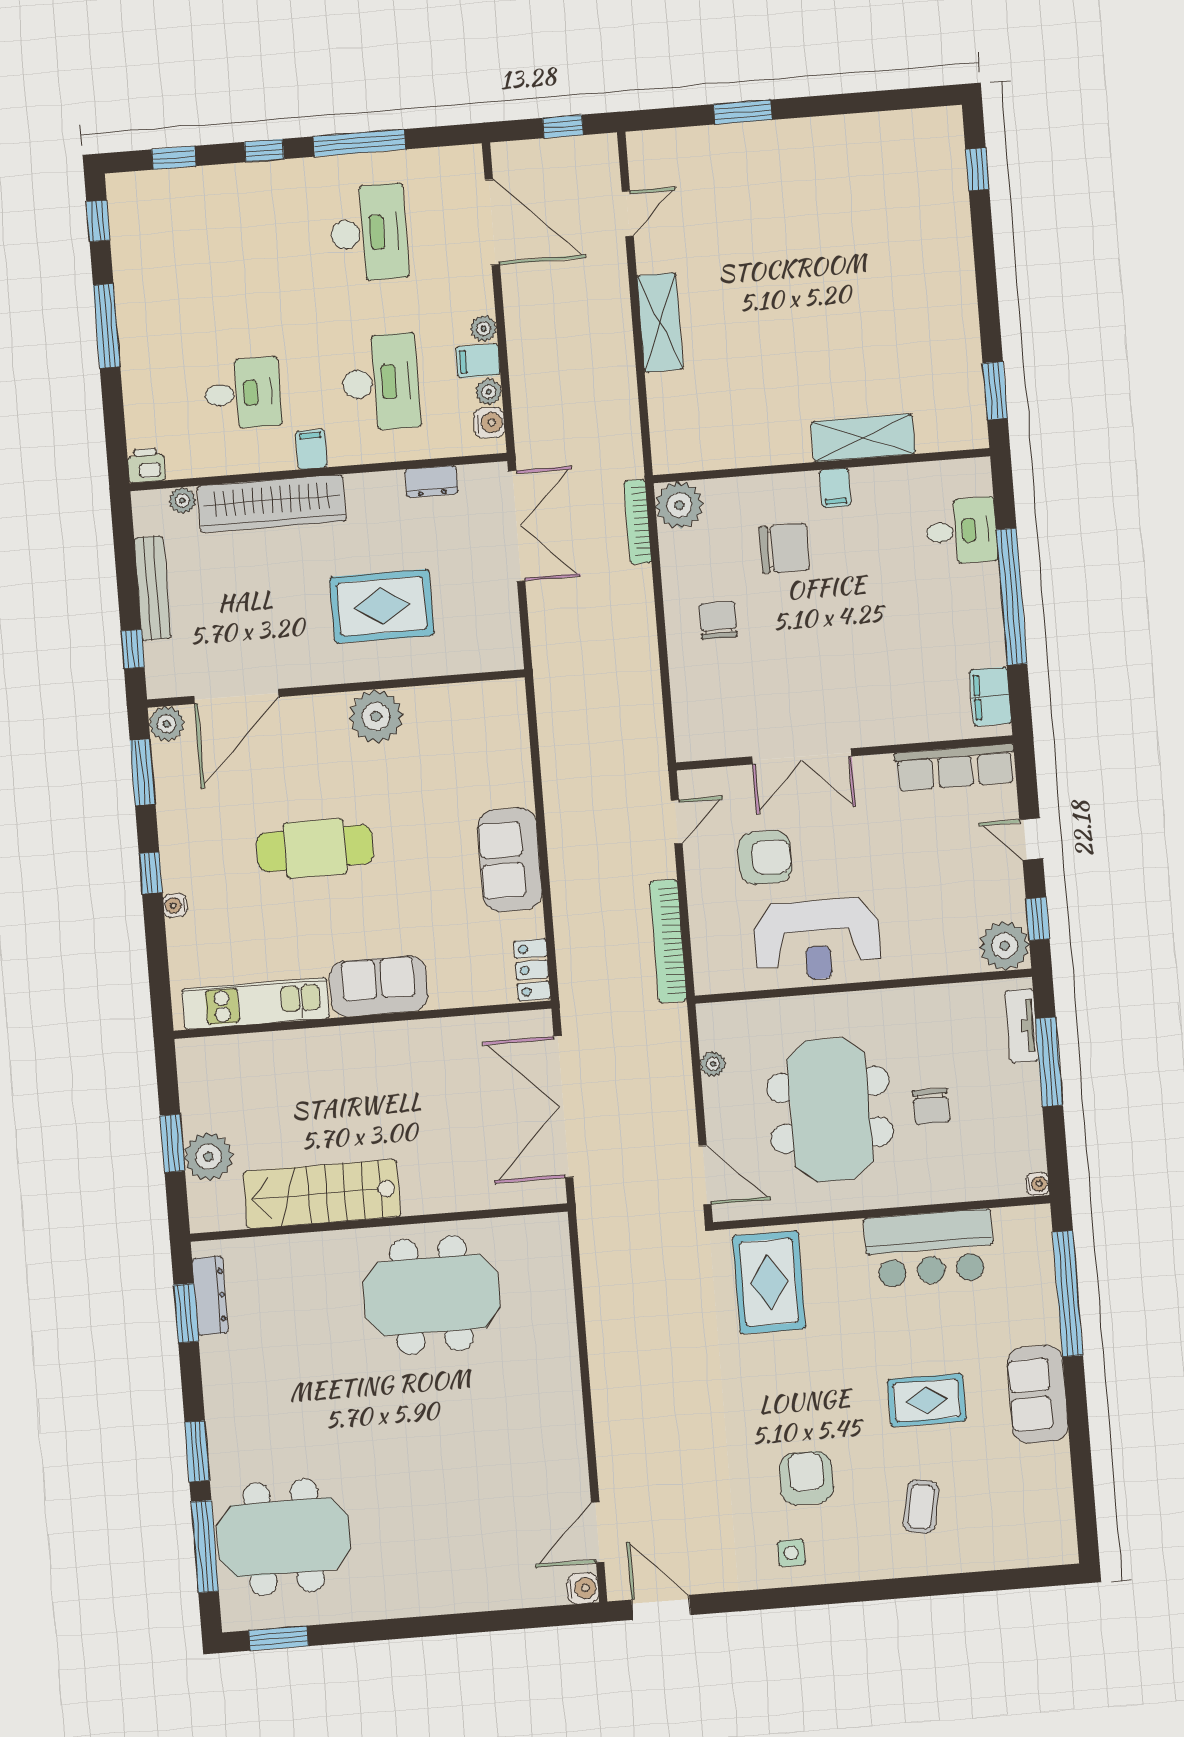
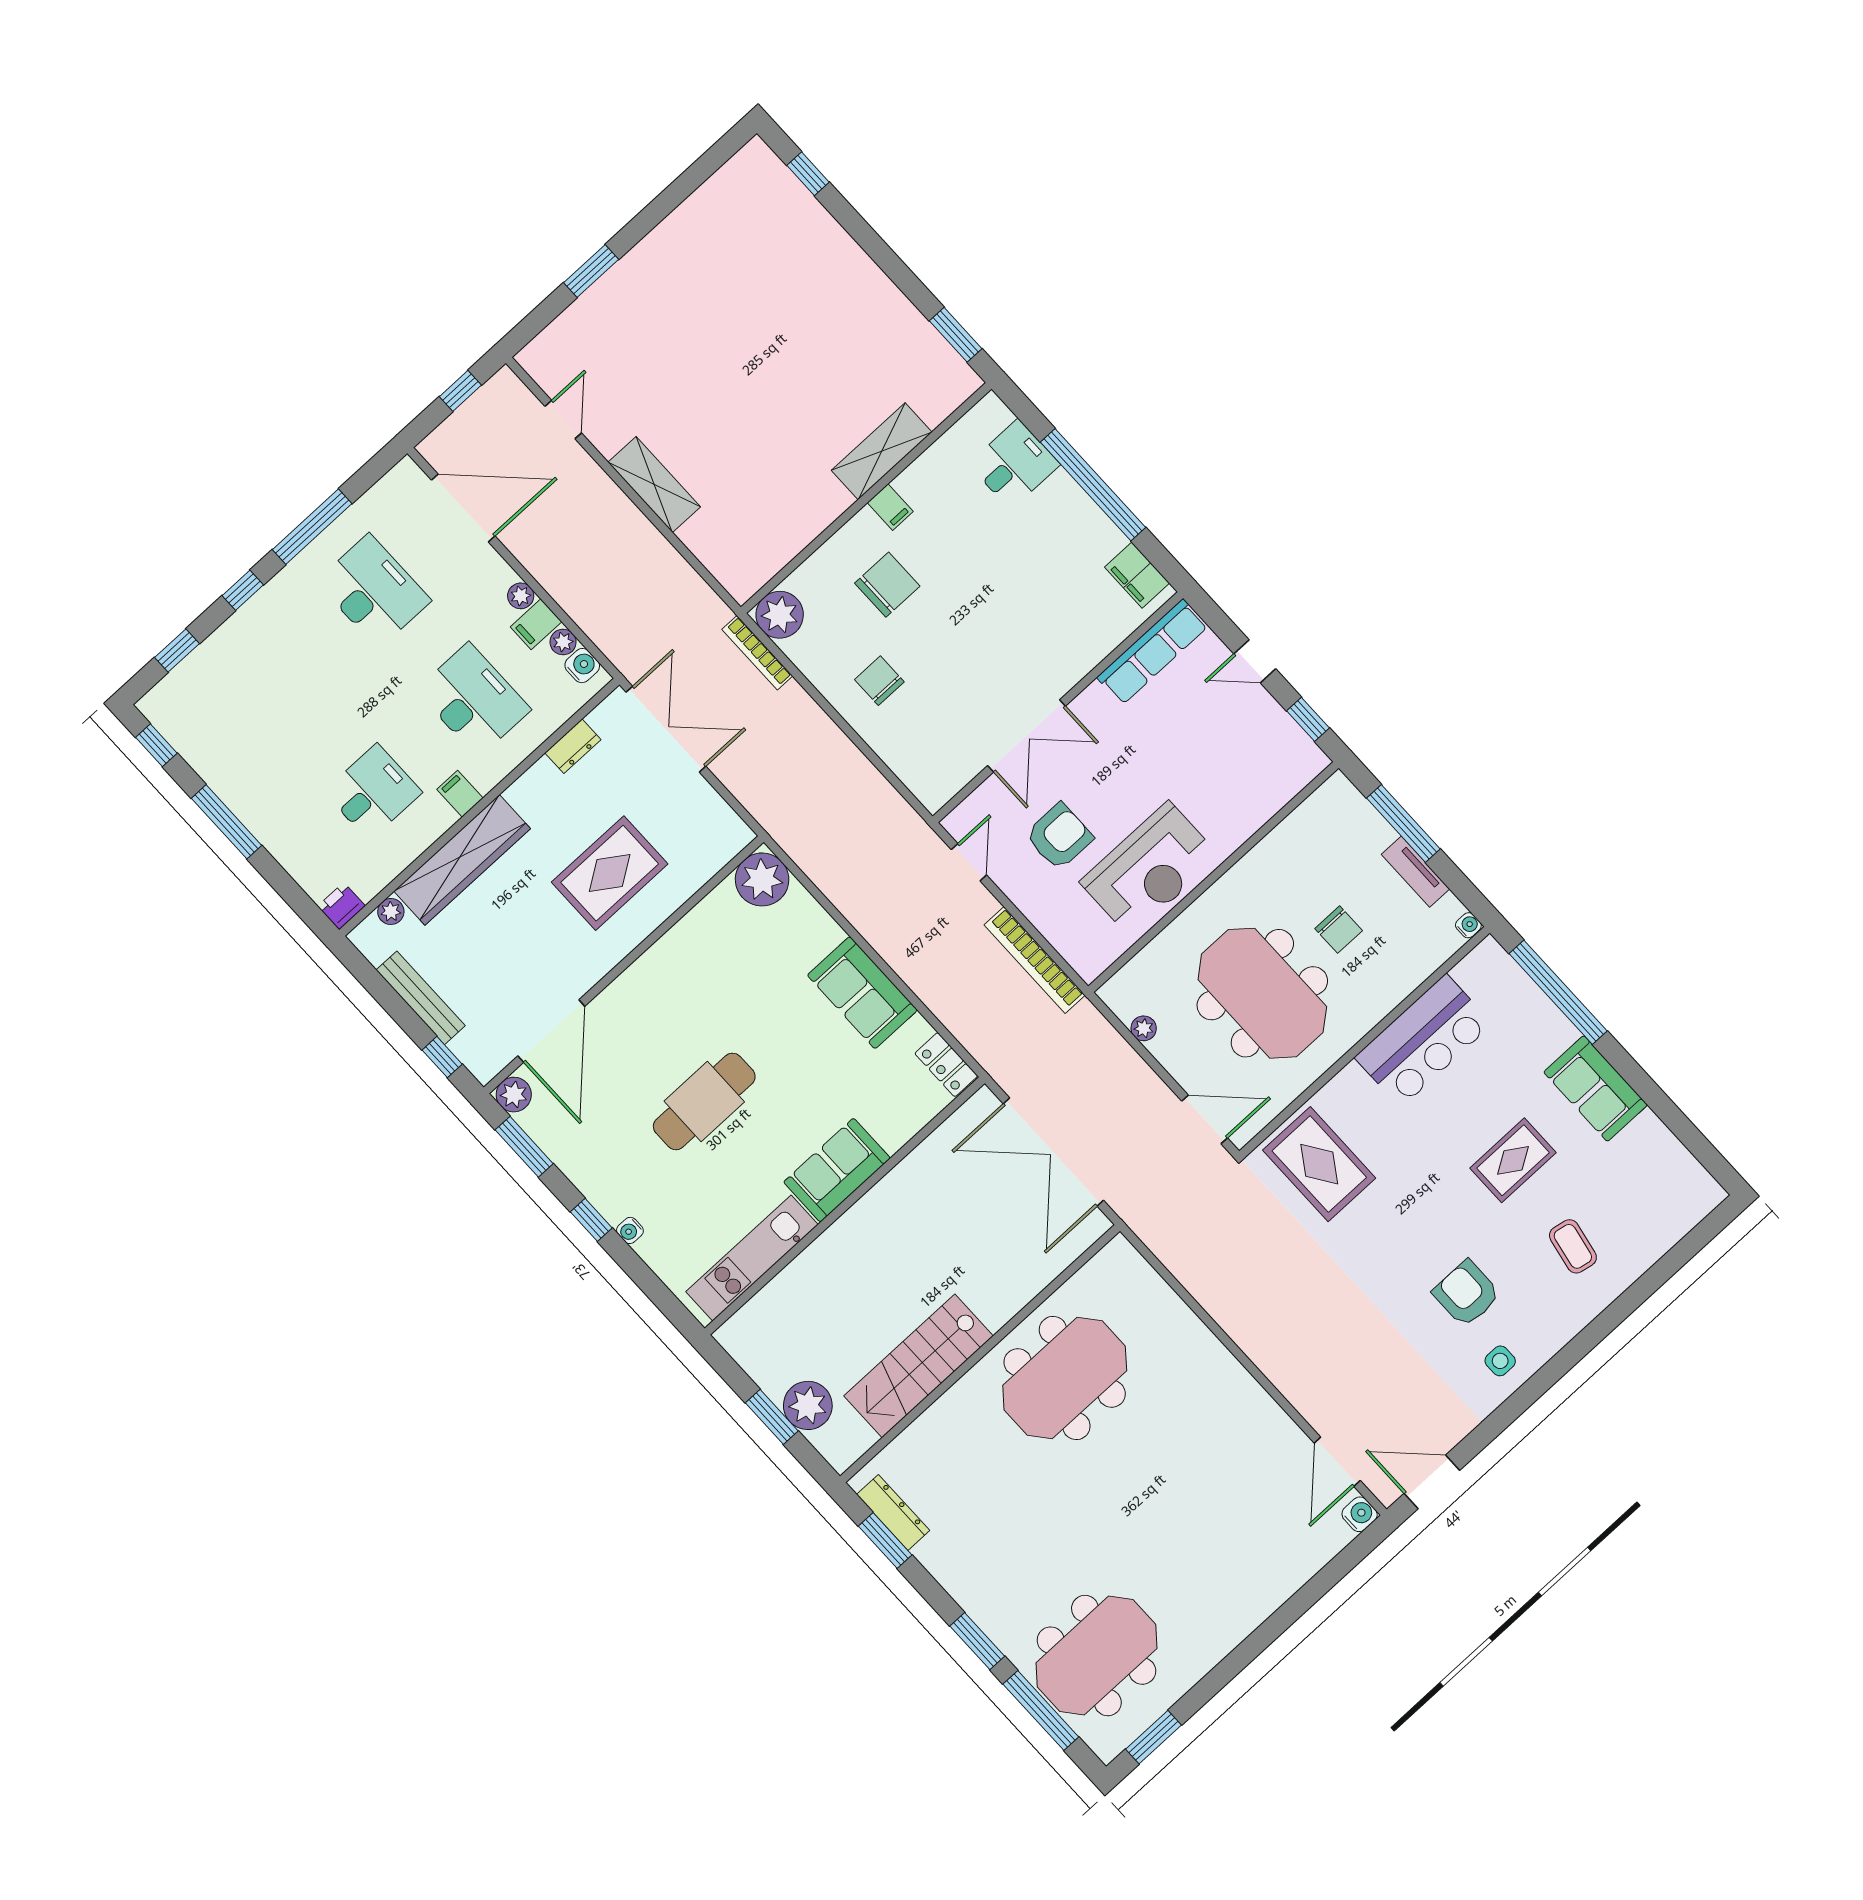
plant: (376, 716) -> (762, 879), moved
plant: (1005, 946) -> (1299, 760), removed
tv unit: (1022, 1026) -> (1415, 872), moved

